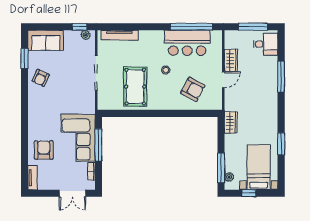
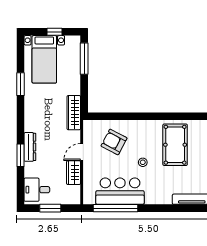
window: (253, 27) -> (50, 208), width x0.69
window: (281, 77) -> (20, 155), width x0.69
dresser: (272, 85) -> (30, 147), added
wardrobe: (231, 122) -> (74, 113), width x1.50
plant: (229, 177) -> (76, 49), removed

